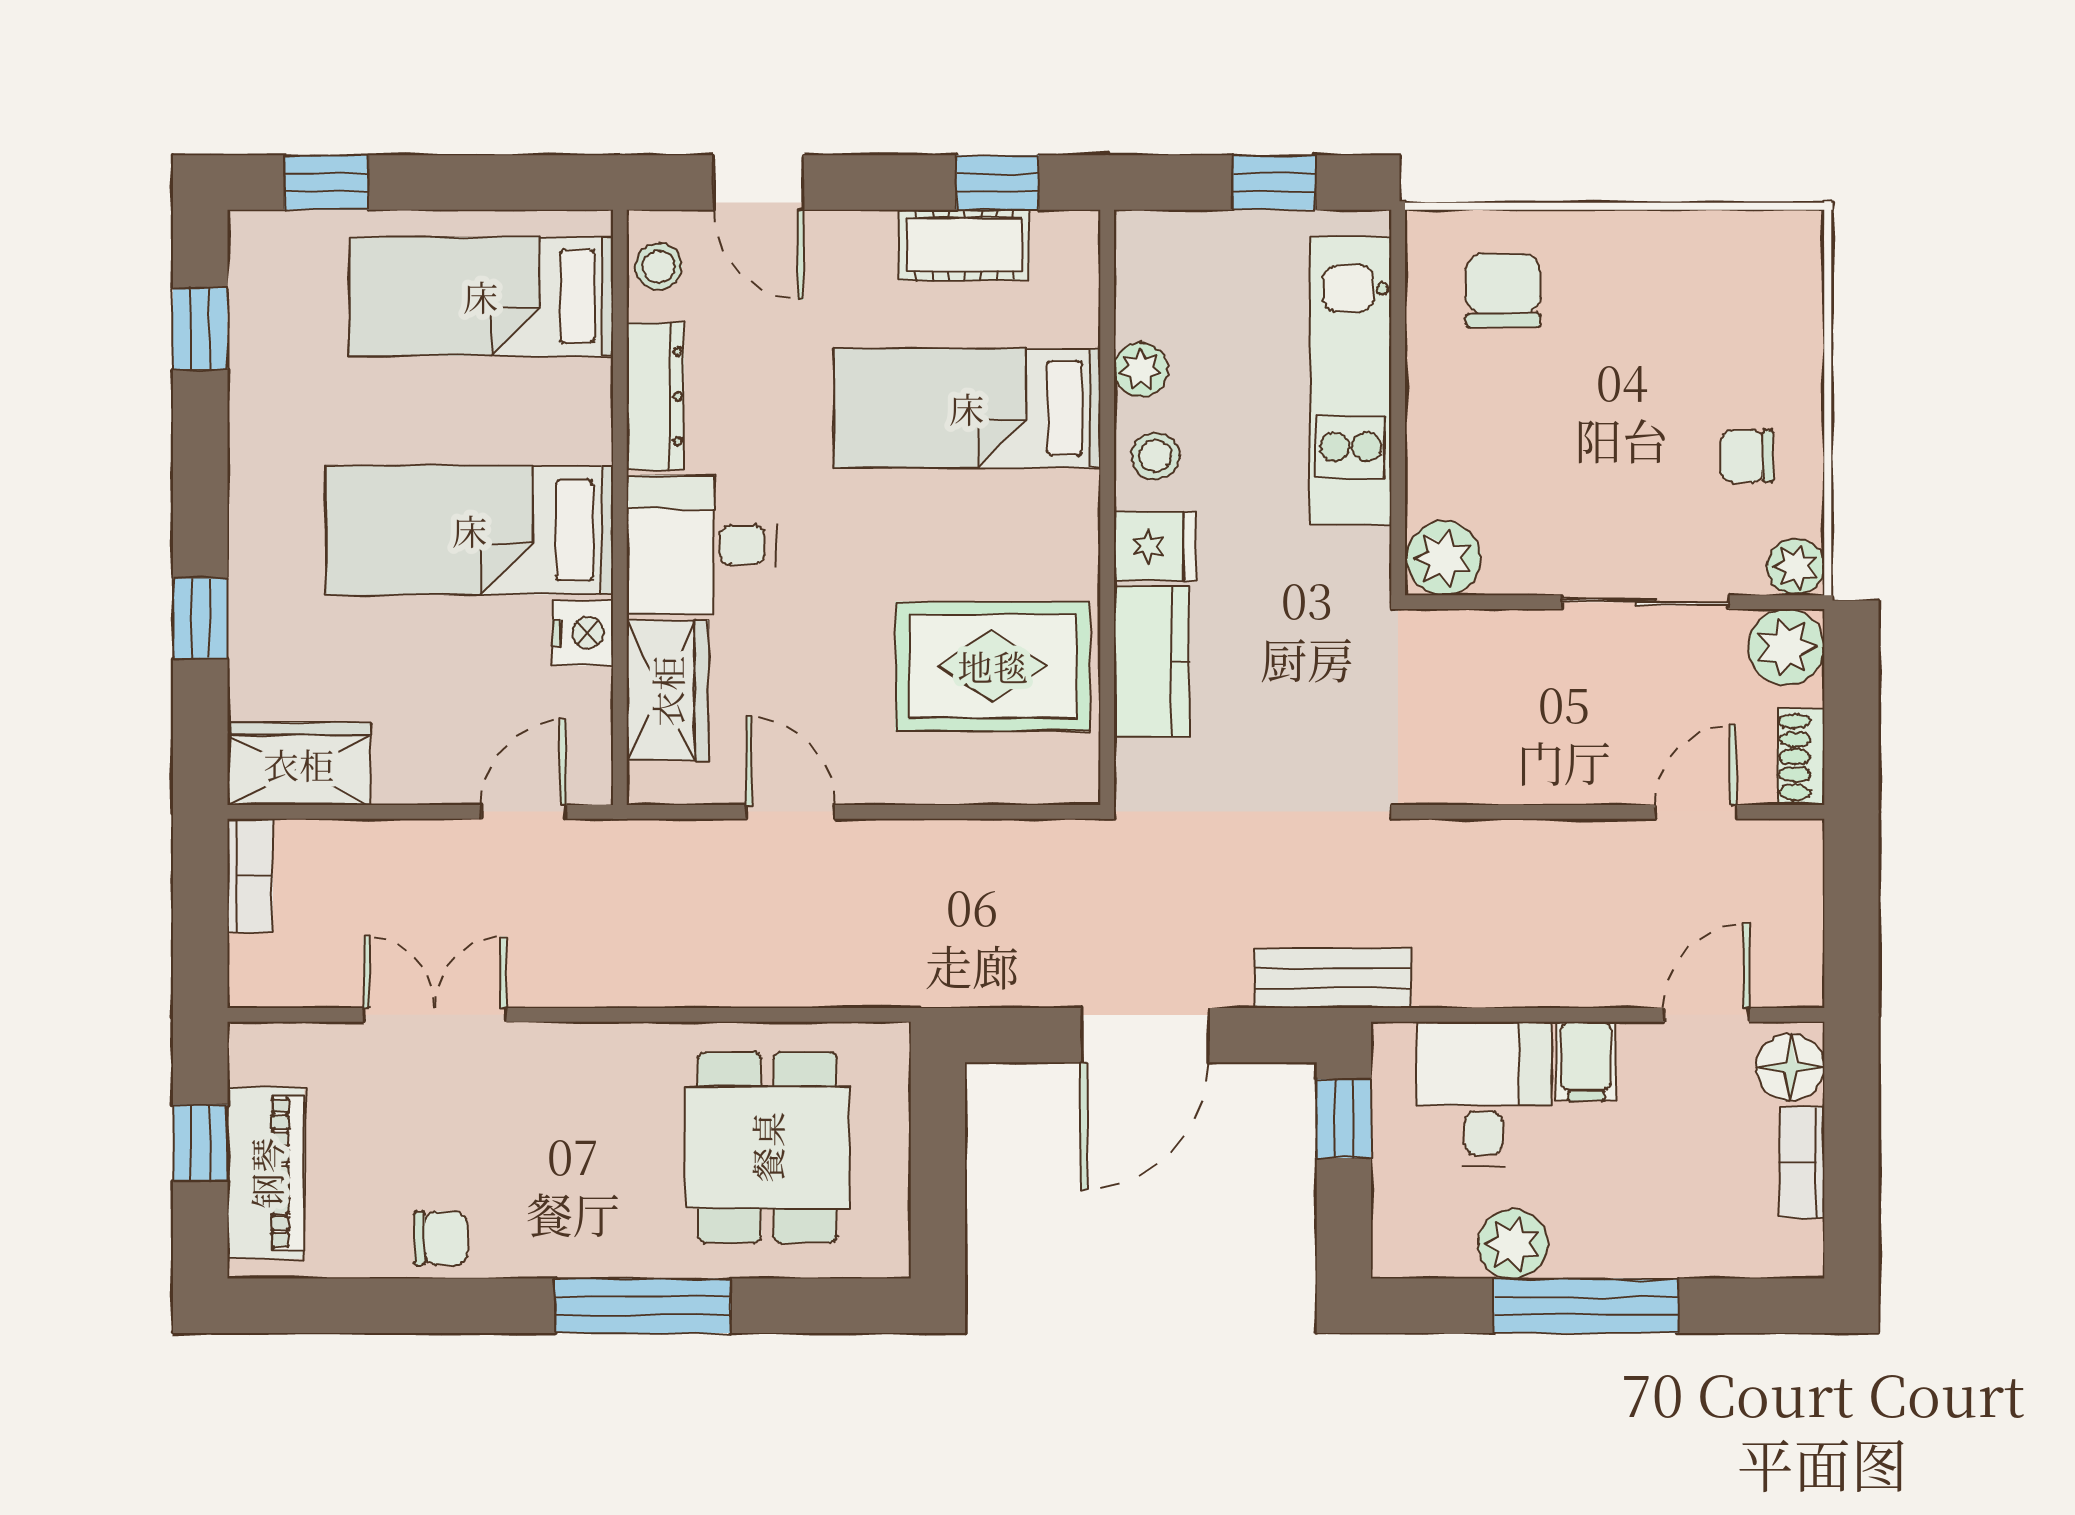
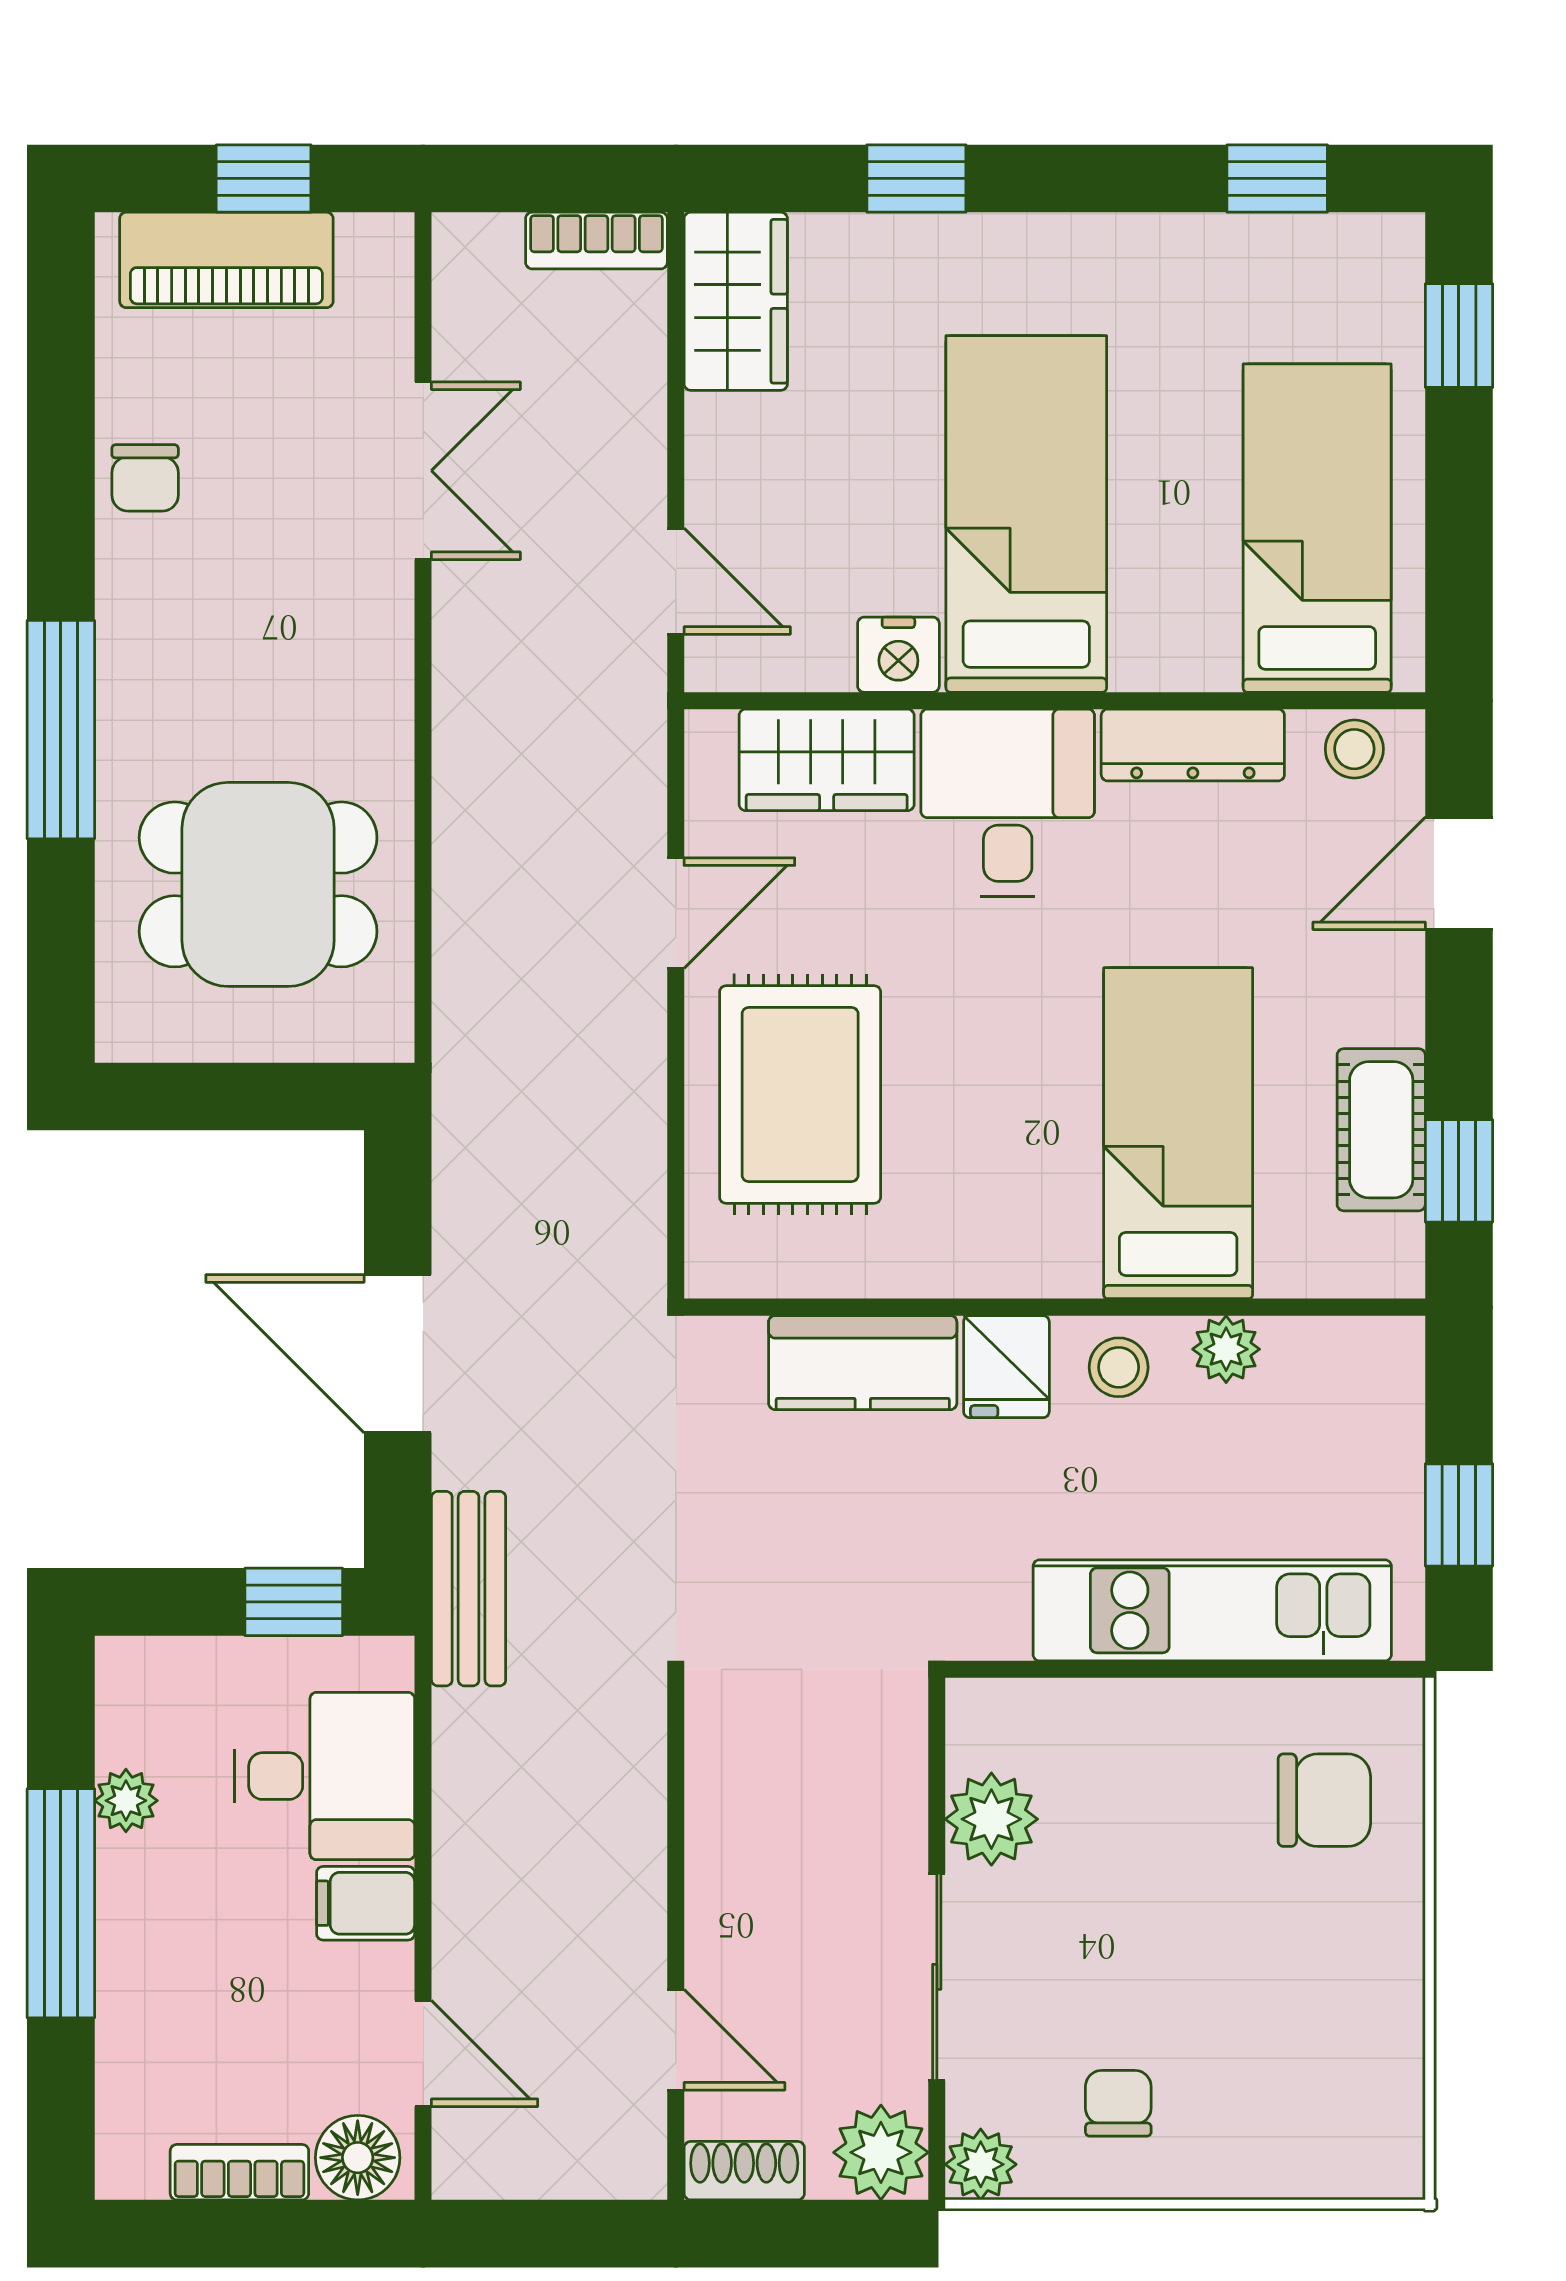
plant: (1444, 558) -> (991, 1819), moved
rug: (993, 666) -> (800, 1095), moved
plant: (1513, 1244) -> (126, 1801), width x0.73, depth x0.73

